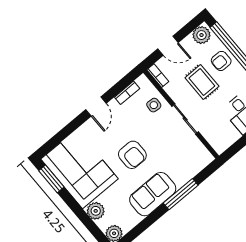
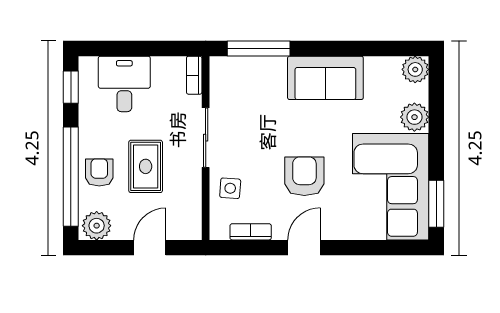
door: (168, 46) -> (150, 248), hinge flipped
armchair: (221, 61) -> (99, 172), turned -90
bookcase: (158, 76) -> (194, 75), moved
armchair: (132, 155) -> (304, 176), moved
window: (181, 194) -> (259, 48), moved

